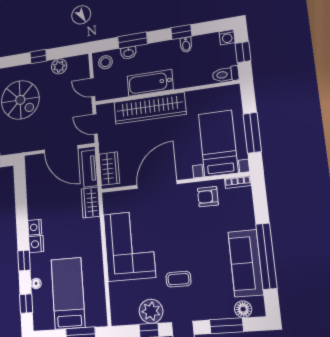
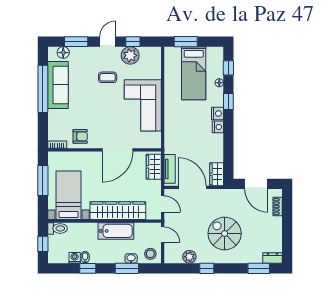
washing machine: (227, 37) -> (75, 258), moved
bed with nightstands: (218, 143) -> (69, 195), moved, turned 180
wardrobe: (91, 203) -> (217, 174), moved, turned 180

